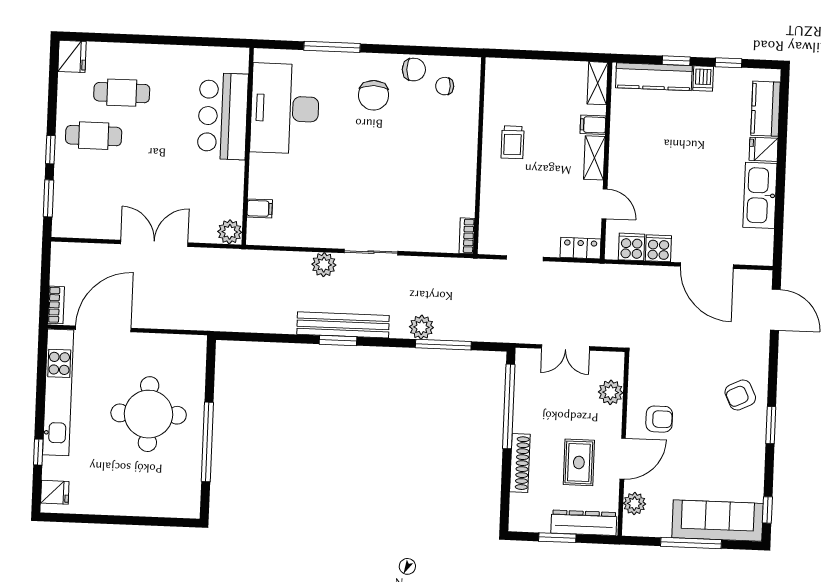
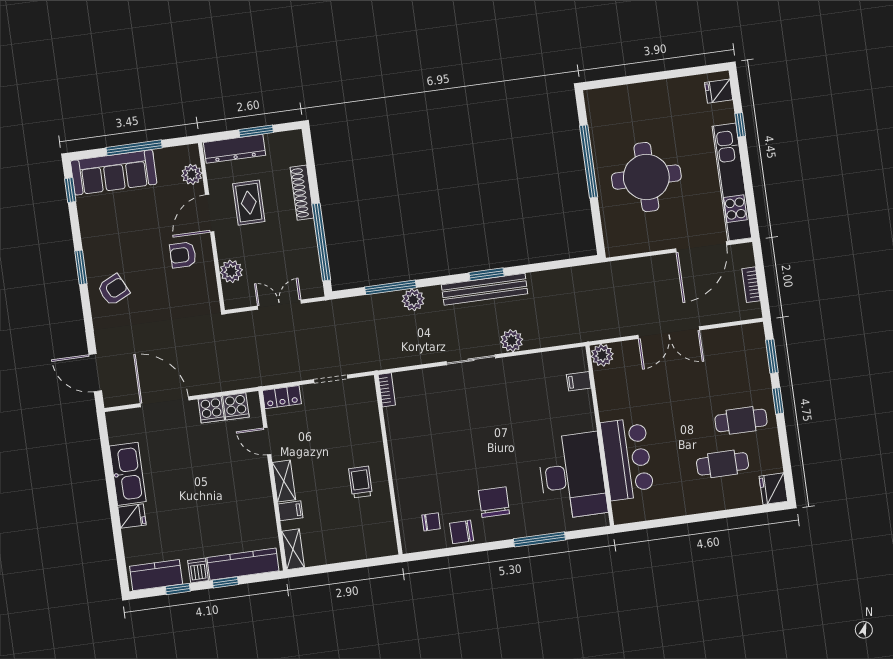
kitchen counter: (766, 109) -> (156, 575), moved, turned -90
bookcase: (56, 305) -> (751, 285), moved

